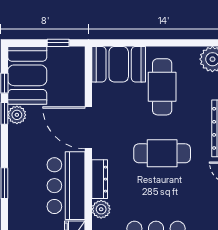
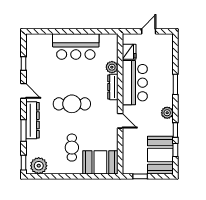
cafe table: (162, 87) -> (72, 148), width x0.73, depth x0.74
plant: (17, 115) -> (167, 113), moved
door: (88, 128) -> (120, 121), width x0.53

